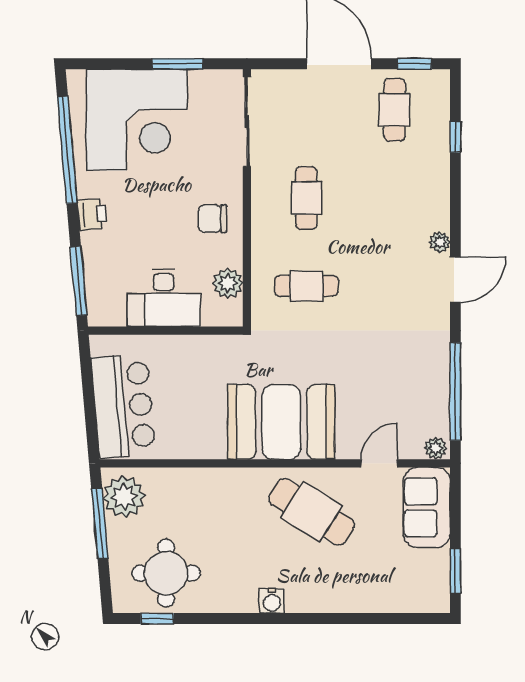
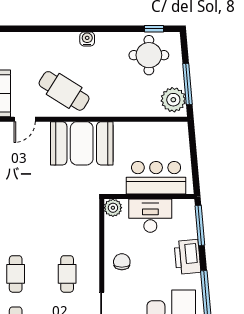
printer: (92, 214) -> (187, 257), width x1.87, depth x1.48
chair: (212, 219) -> (122, 262), turned -90
plant: (228, 283) -> (113, 208), moved
cafe table: (306, 286) -> (16, 274), moved, turned 90
bar counter: (123, 406) -> (156, 178), moved, turned 95

